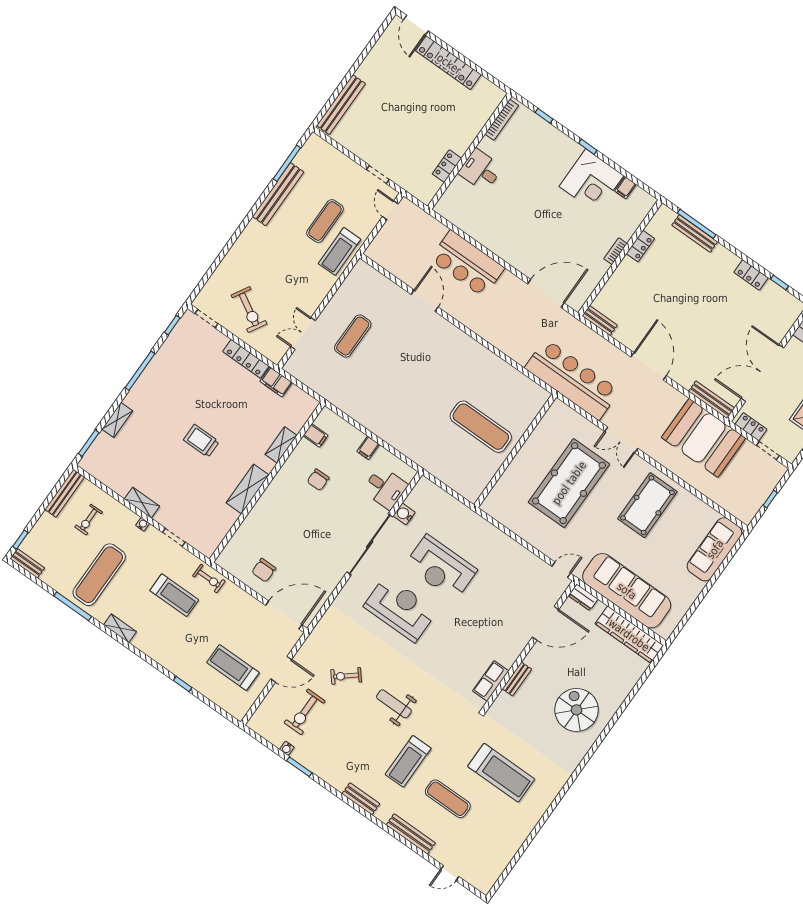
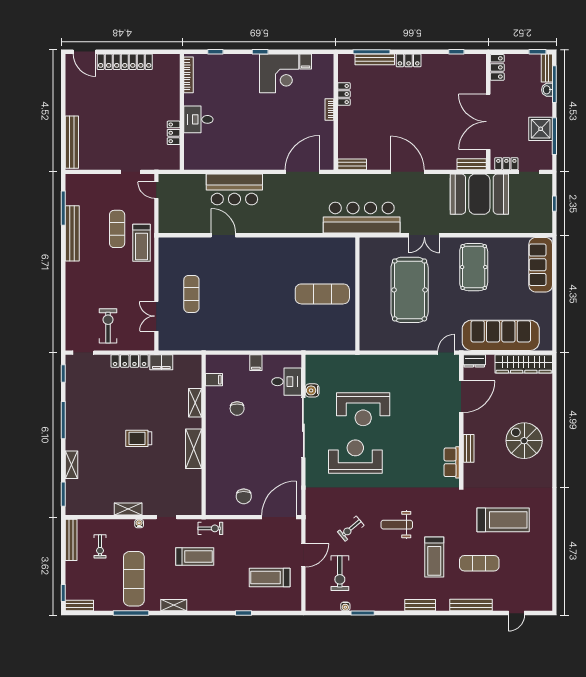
locker: (751, 275) -> (409, 60), moved
exercise bike: (249, 310) -> (108, 326), turned -120
bench: (712, 400) -> (472, 164), width x0.73

